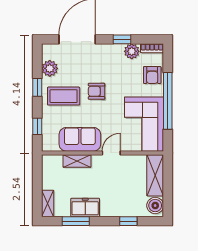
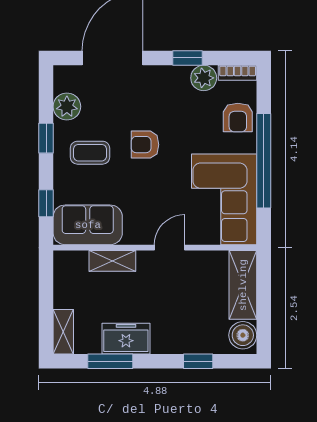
coffee table: (64, 96) -> (90, 153), width x0.73, depth x0.77
sofa: (80, 139) -> (88, 225), moved

